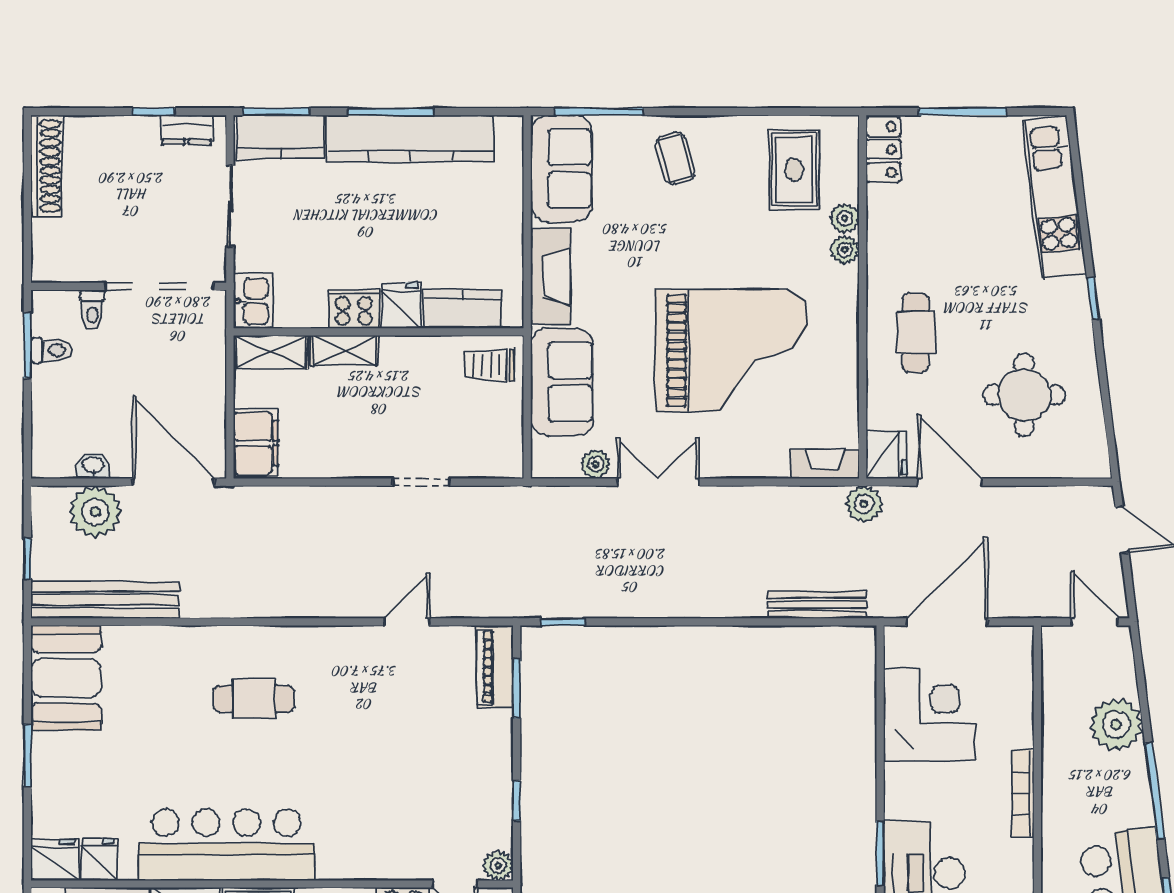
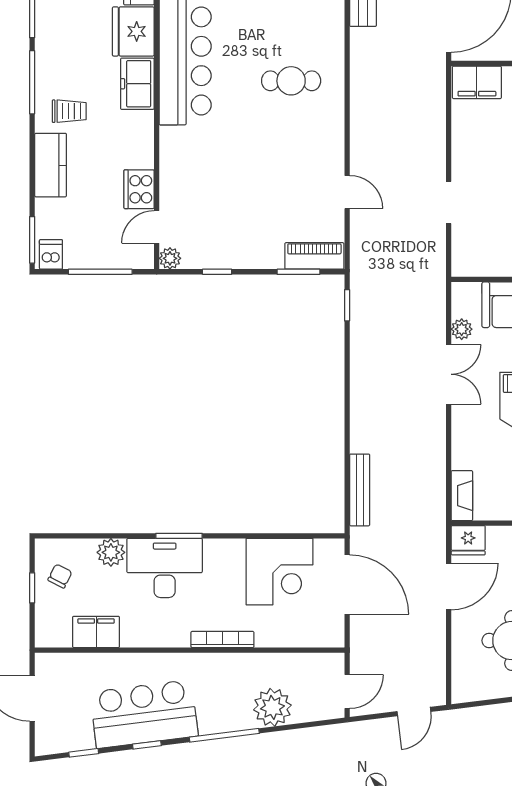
plant: (864, 504) -> (433, 524), removed
cafe table: (254, 699) -> (291, 81), turned 90

